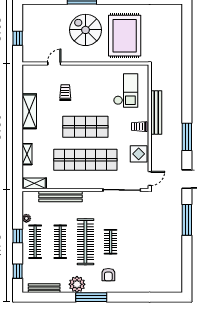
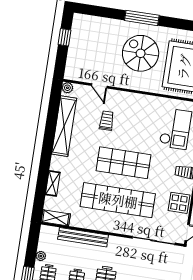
window: (18, 38) -> (65, 37), moved
door: (54, 64) -> (99, 86), swing flipped
plant: (27, 69) -> (67, 88), added
shelving: (29, 111) -> (64, 126), width x1.47

